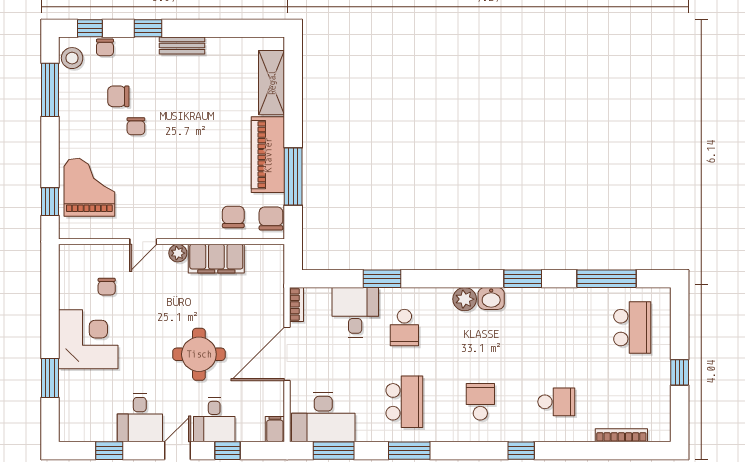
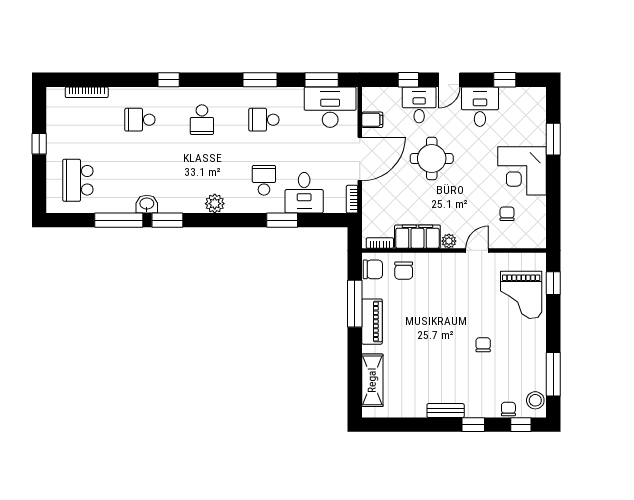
chair: (118, 96) -> (497, 369), removed
piano: (268, 155) -> (372, 322), width x0.73, depth x0.75
chair: (271, 219) -> (373, 269), turned -90
bookcase: (262, 251) -> (380, 243), added
window: (606, 279) -> (119, 220), moved
washbasin: (491, 298) -> (147, 204), moved
school desk: (404, 402) -> (264, 120), width x0.54
filing cabinet: (275, 429) -> (372, 120), moved, turned -90

